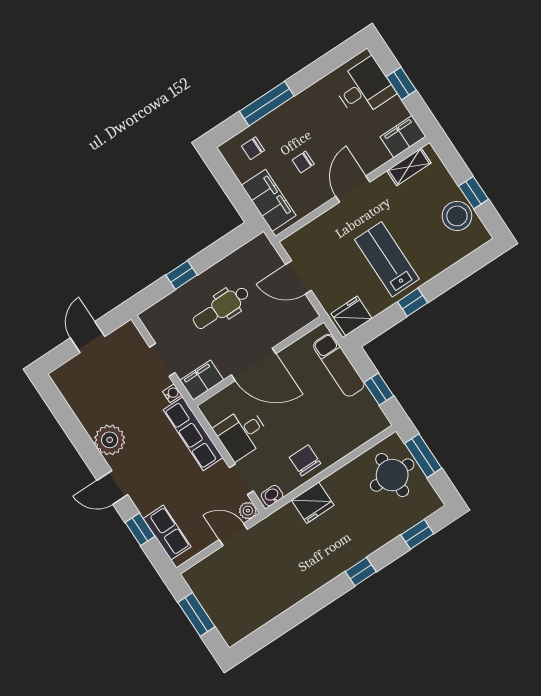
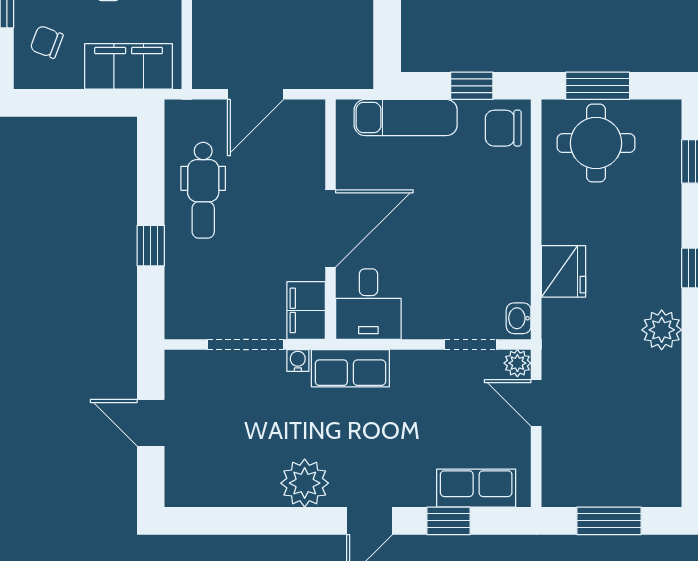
chair: (253, 148) -> (47, 42), turned 111
dental chair: (221, 308) -> (203, 190), moved
fridge: (352, 316) -> (352, 58), removed
doorway: (162, 360) -> (246, 344), width x1.38
desk: (242, 433) -> (368, 304), moved
row of seats: (193, 434) -> (350, 368), width x0.68
chair: (305, 460) -> (503, 128), moved
door: (233, 534) -> (536, 403), hinge flipped
plant: (316, 575) -> (662, 330), added

